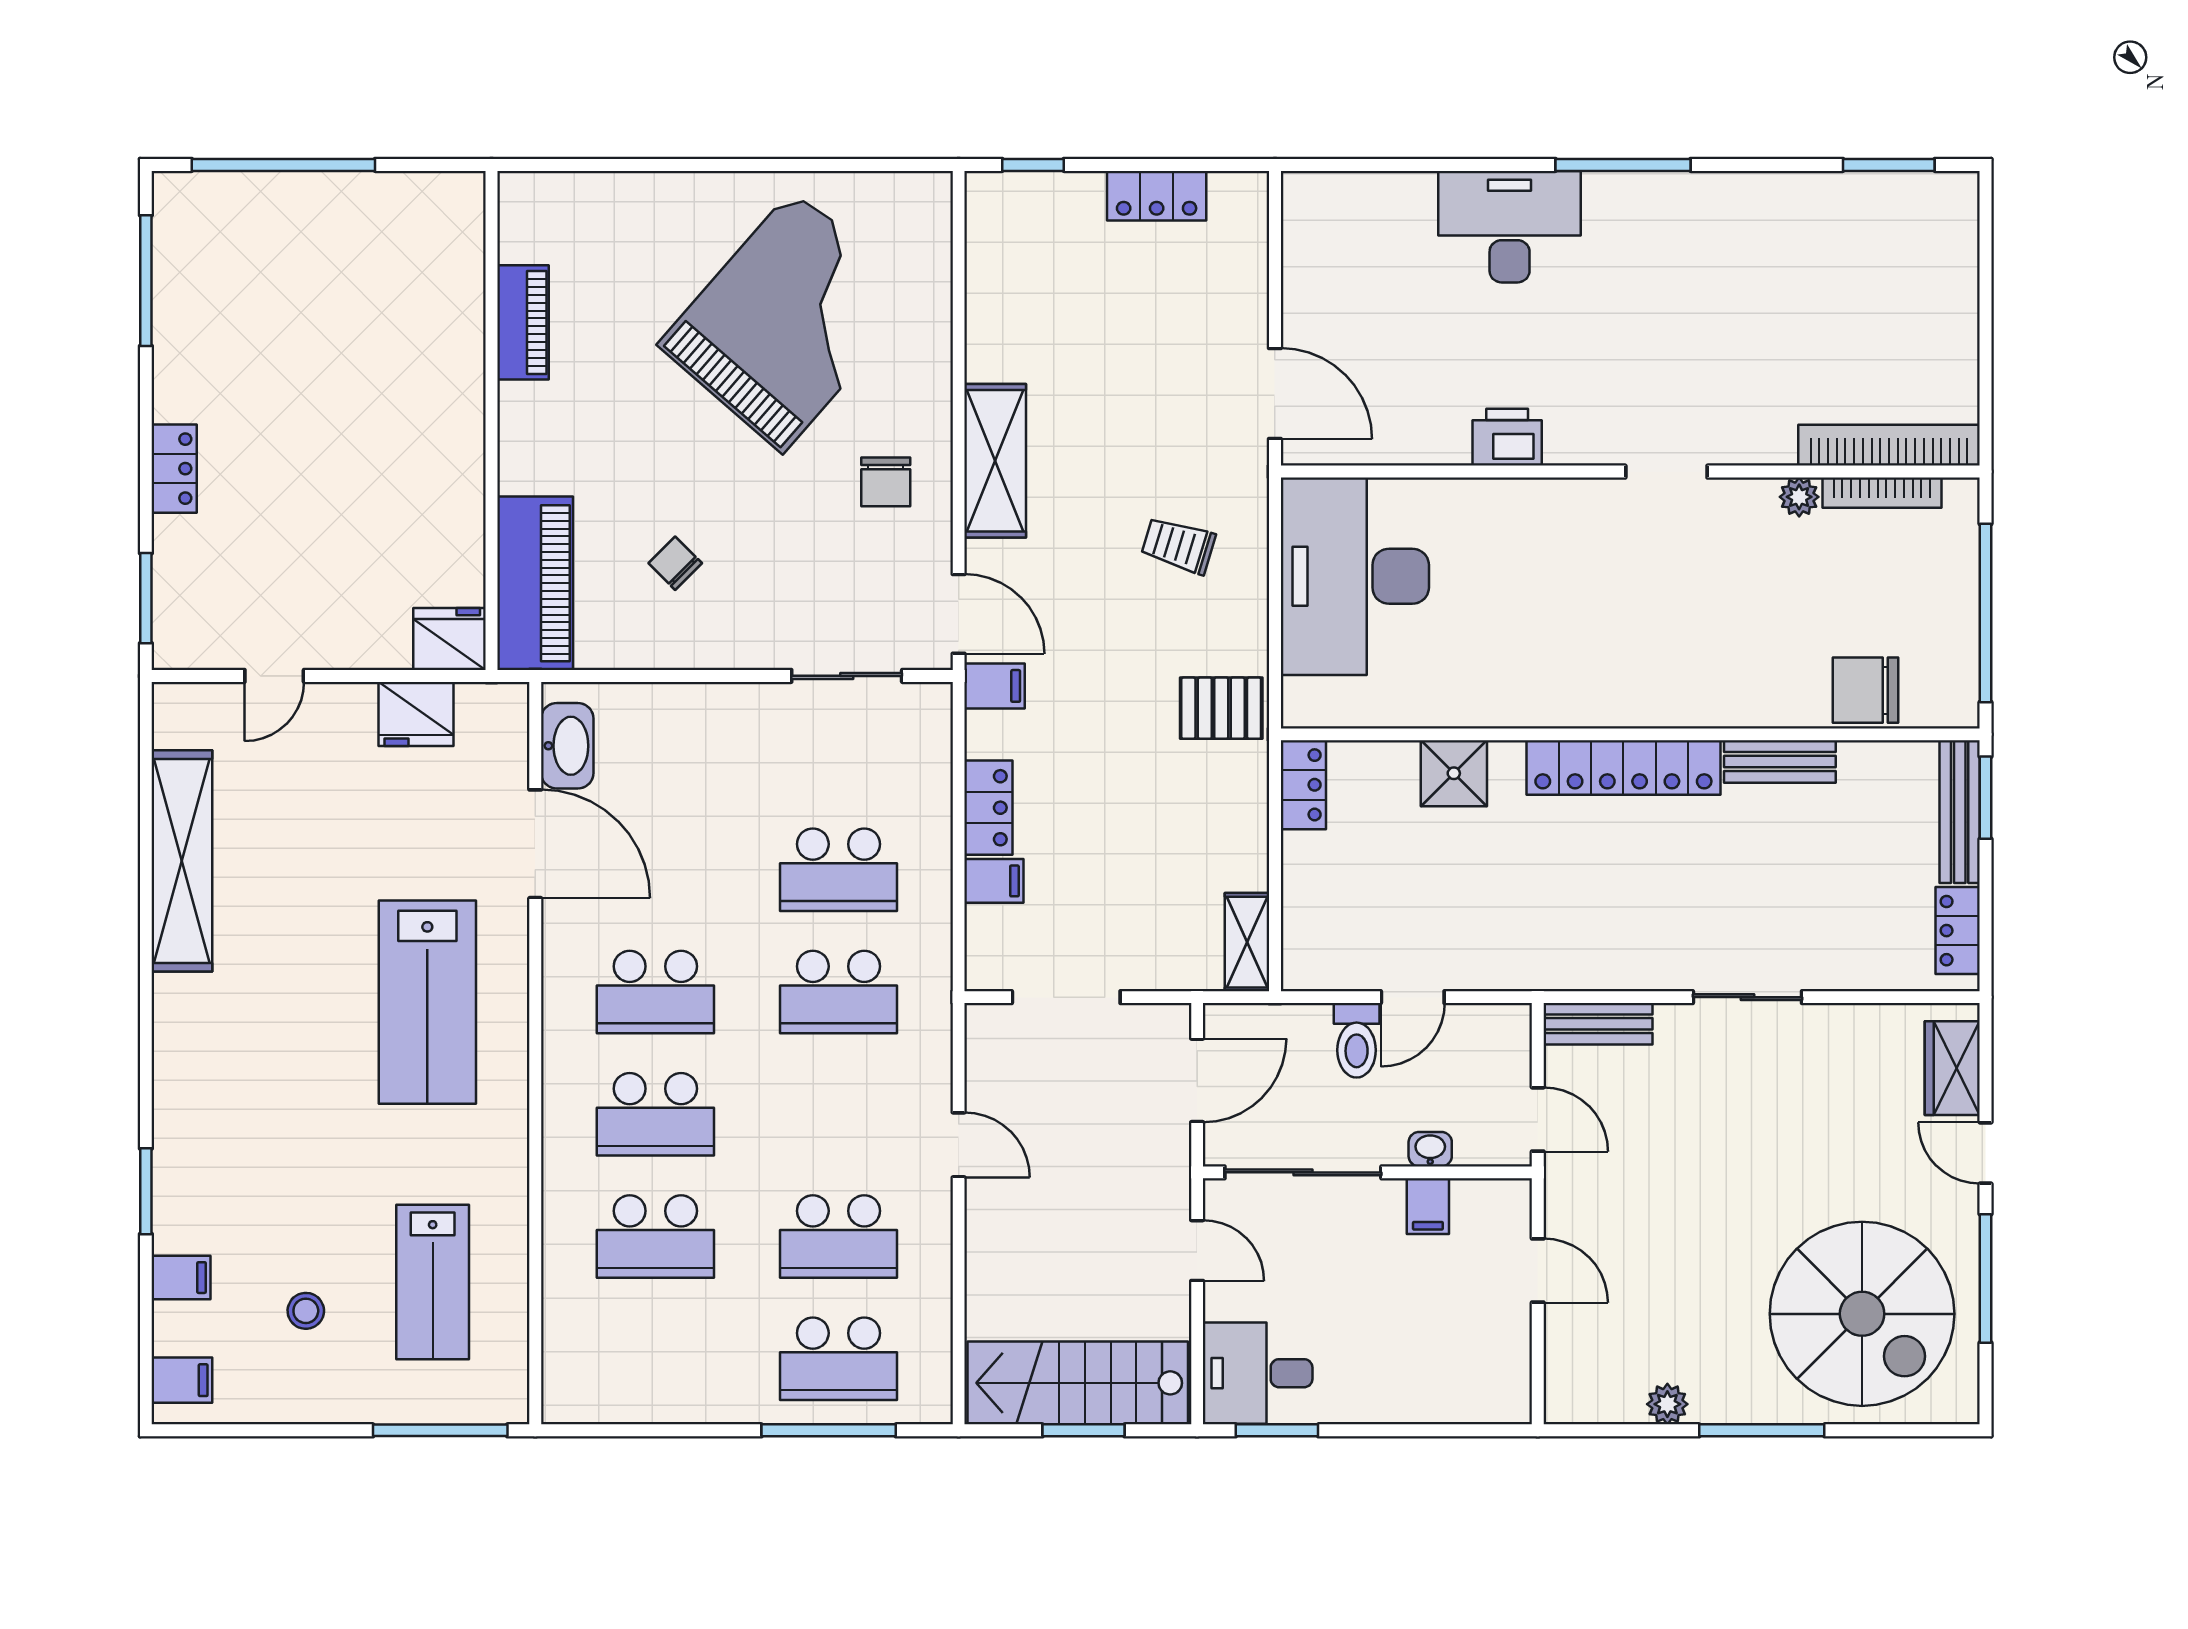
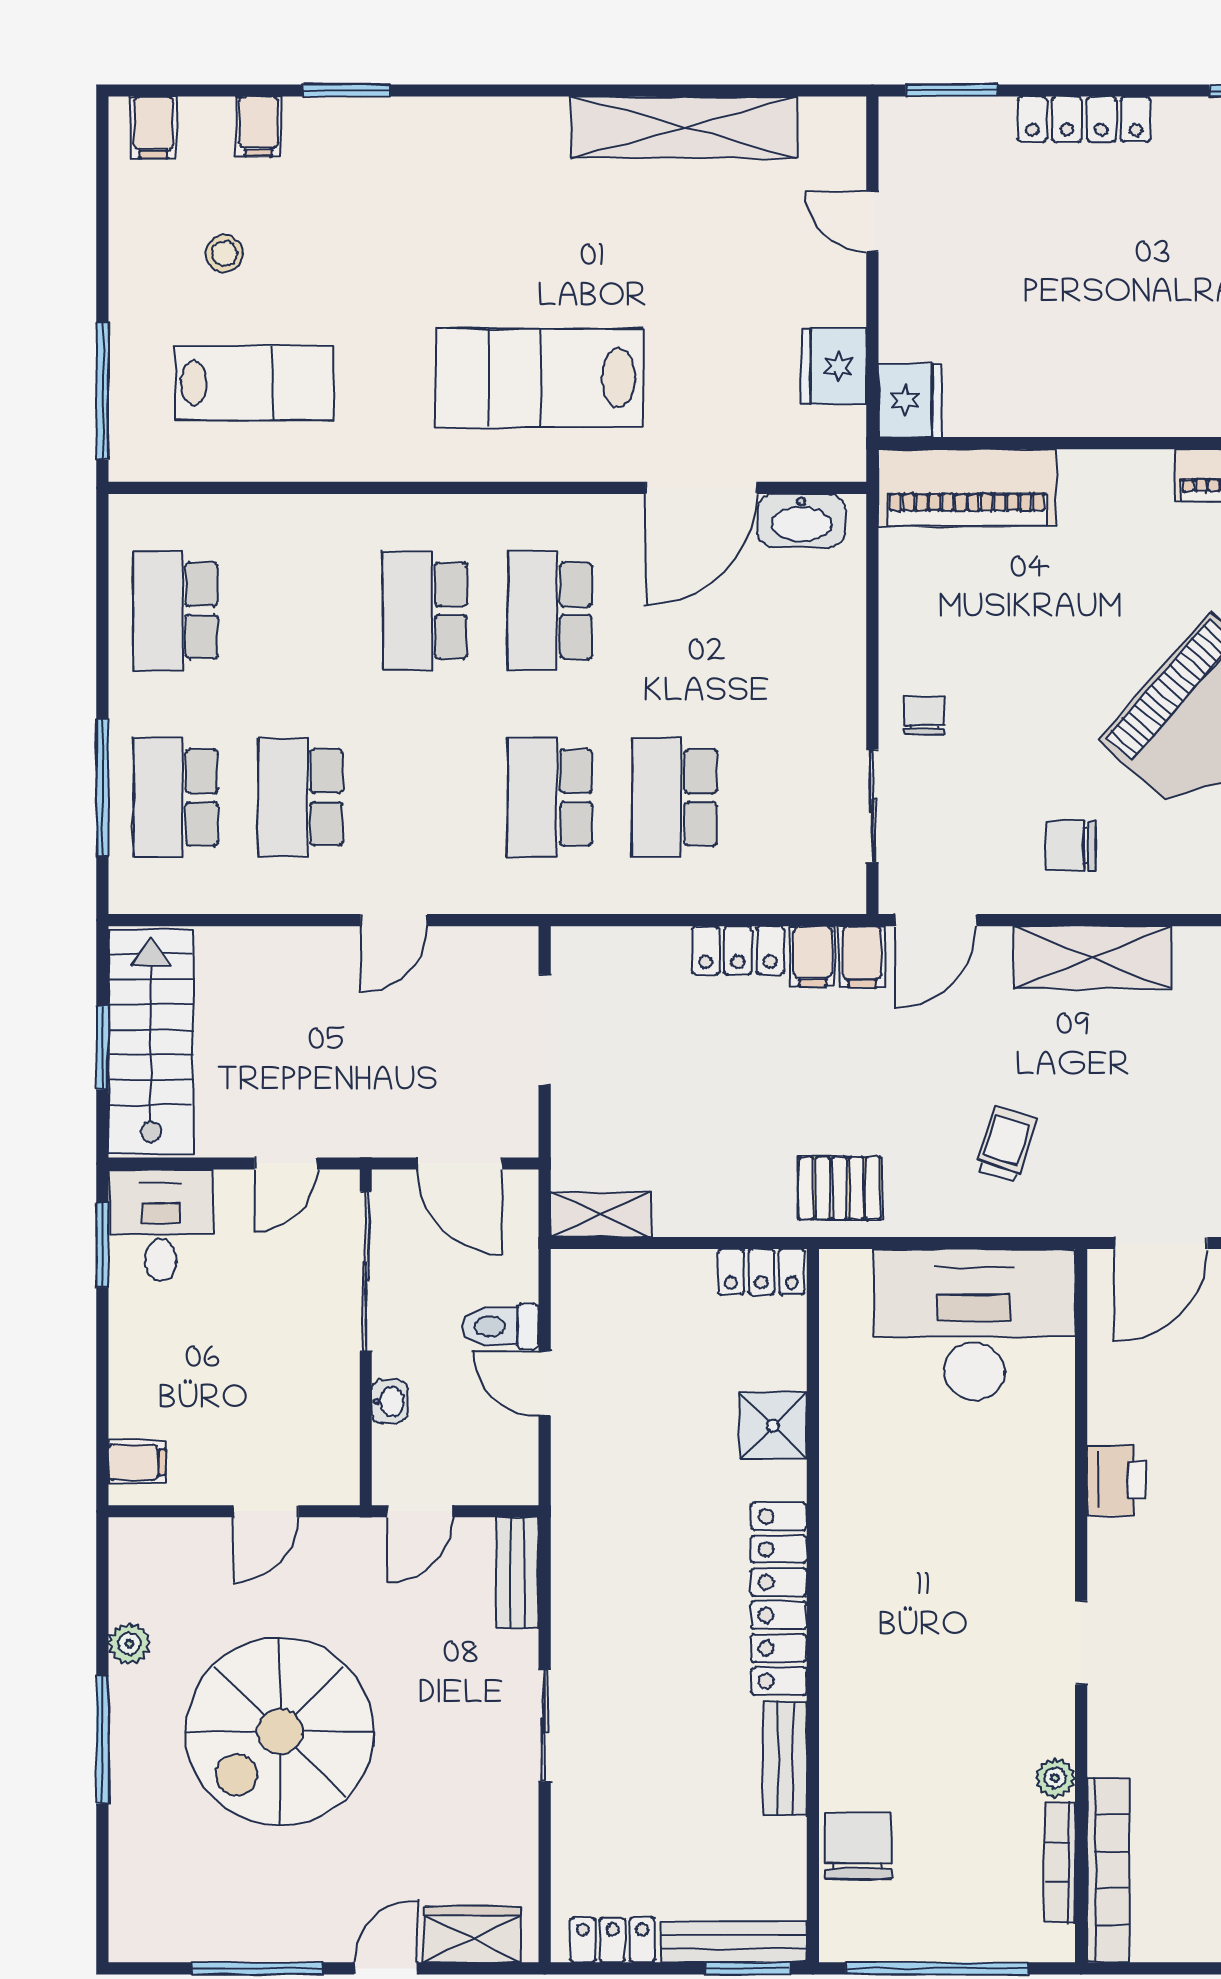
locker: (174, 469) -> (1084, 119), width x1.53
chair: (675, 563) -> (924, 715), moved, turned -45
pallet: (1221, 708) -> (840, 1188), turned 90
filing cabinet: (994, 881) -> (813, 956), moved
filing cabinet: (1428, 1206) -> (137, 1462), moved, turned 180
school desk: (655, 1236) -> (175, 611), moved
lab bench: (433, 1282) -> (254, 383), turned 180
spiral stairs: (1862, 1314) -> (280, 1732), moved

